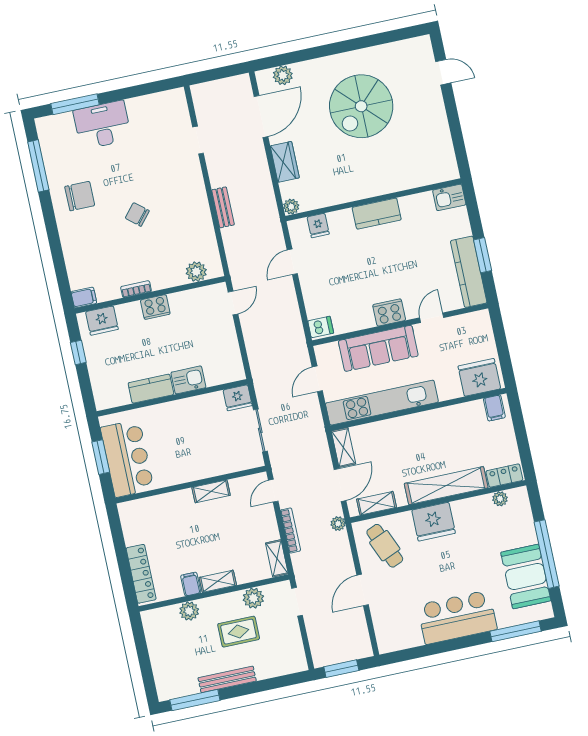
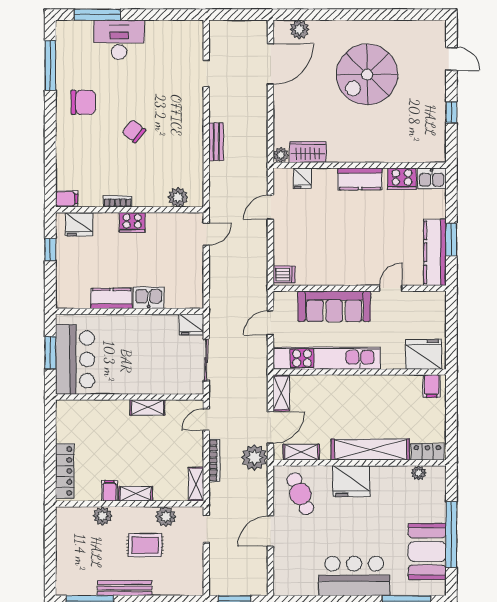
window: (455, 126) -> (451, 112), added
wardrobe: (285, 162) -> (308, 152), moved, turned -90
cooker: (389, 312) -> (402, 179), moved, turned 180
plant: (338, 524) -> (255, 457), width x1.88, depth x1.88

